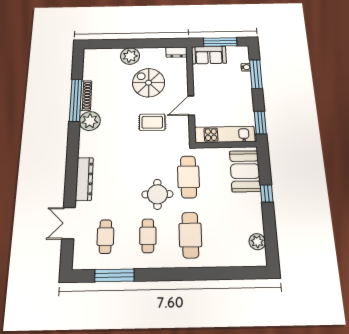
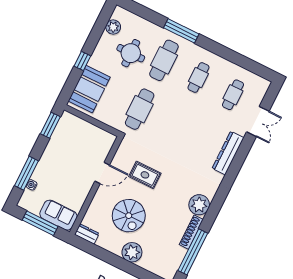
window: (76, 100) -> (193, 252), moved
kitchen unit: (225, 134) -> (88, 131), removed
round table: (157, 194) -> (131, 53), moved
window: (114, 275) -> (181, 31), moved

